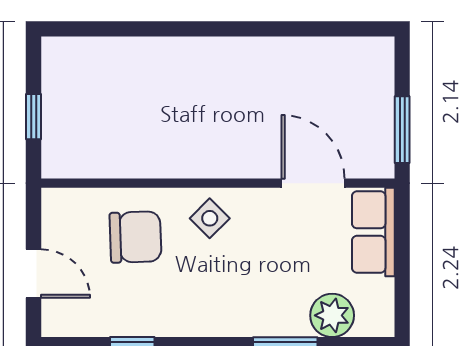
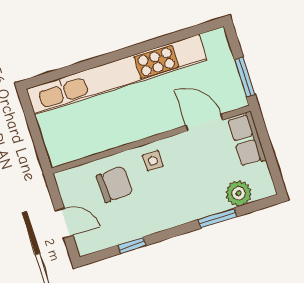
kitchen unit: (195, 60) -> (117, 75), added
window: (34, 117) -> (36, 135), removed
side table: (210, 218) -> (153, 161), turned 45

